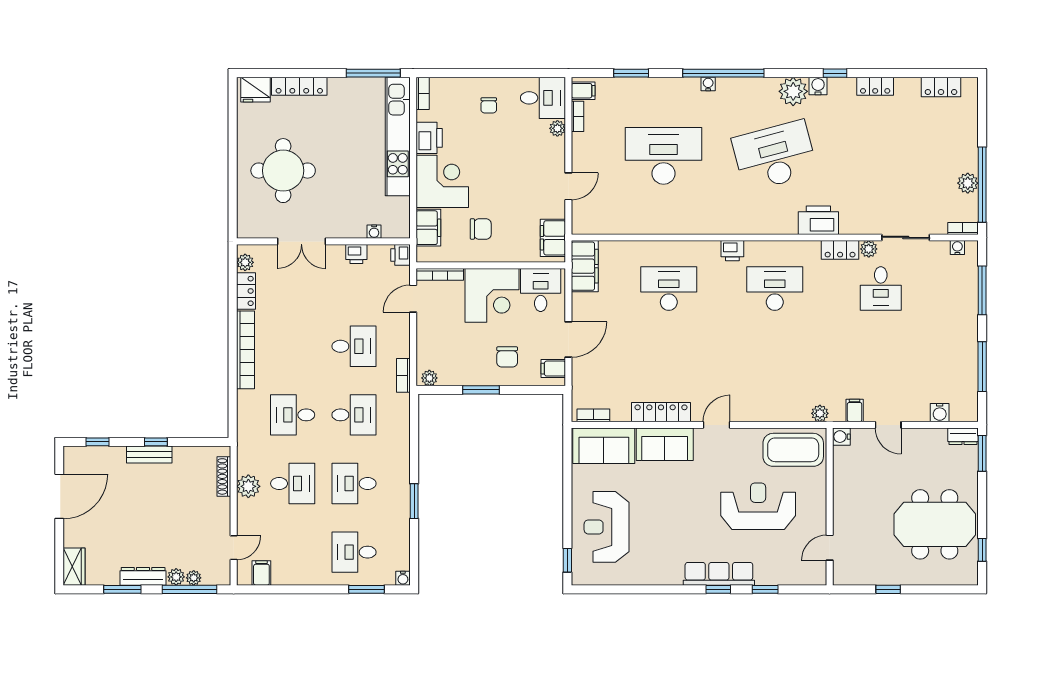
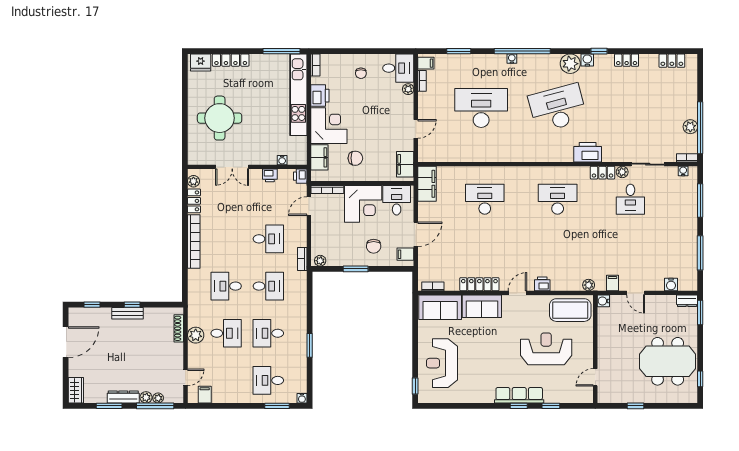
printer: (732, 251) -> (542, 284), moved, turned 180

